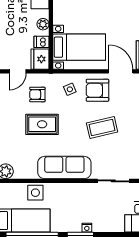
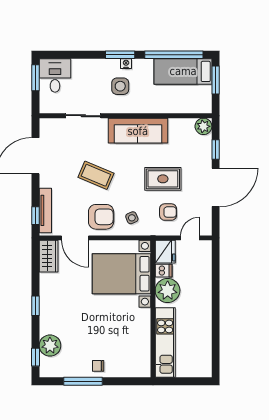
plant: (43, 24) -> (168, 290), width x1.88, depth x1.88
bed with nightstands: (79, 47) -> (122, 274), width x1.36
coffee table: (102, 128) -> (96, 175), turned 36
side table: (35, 193) -> (120, 86), moved
nightstand: (87, 228) -> (126, 64), moved

